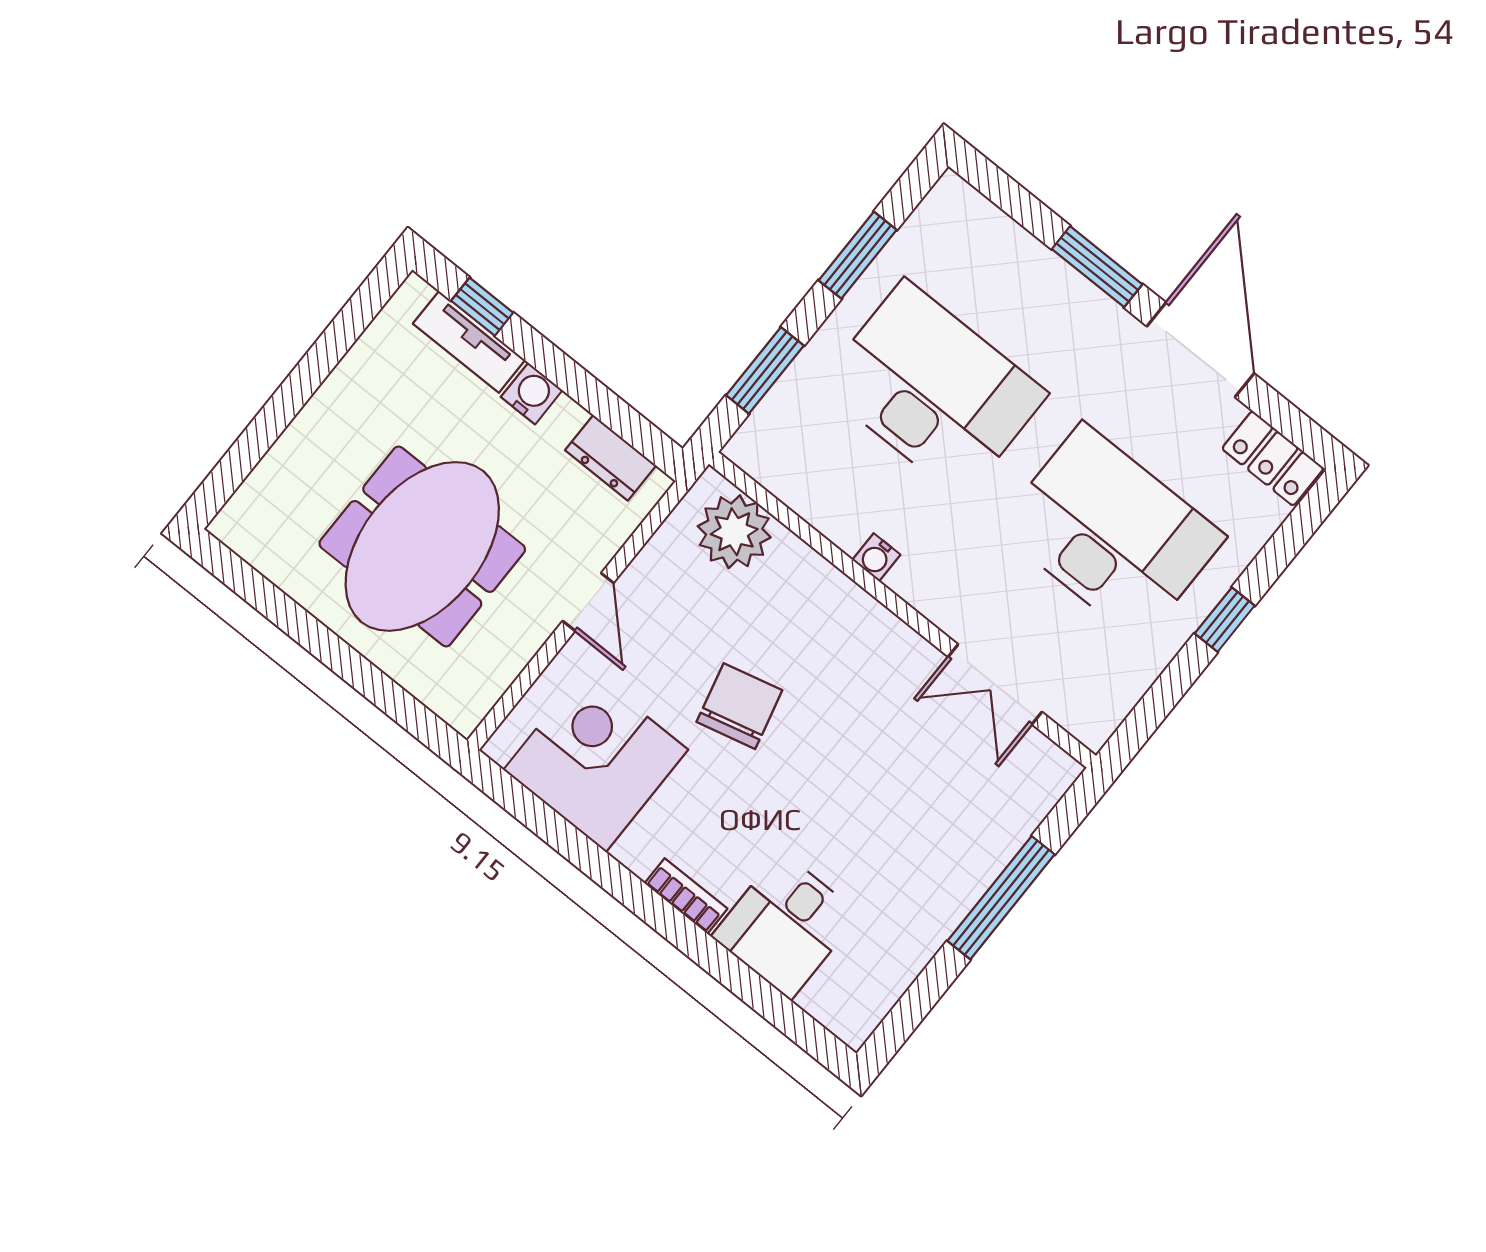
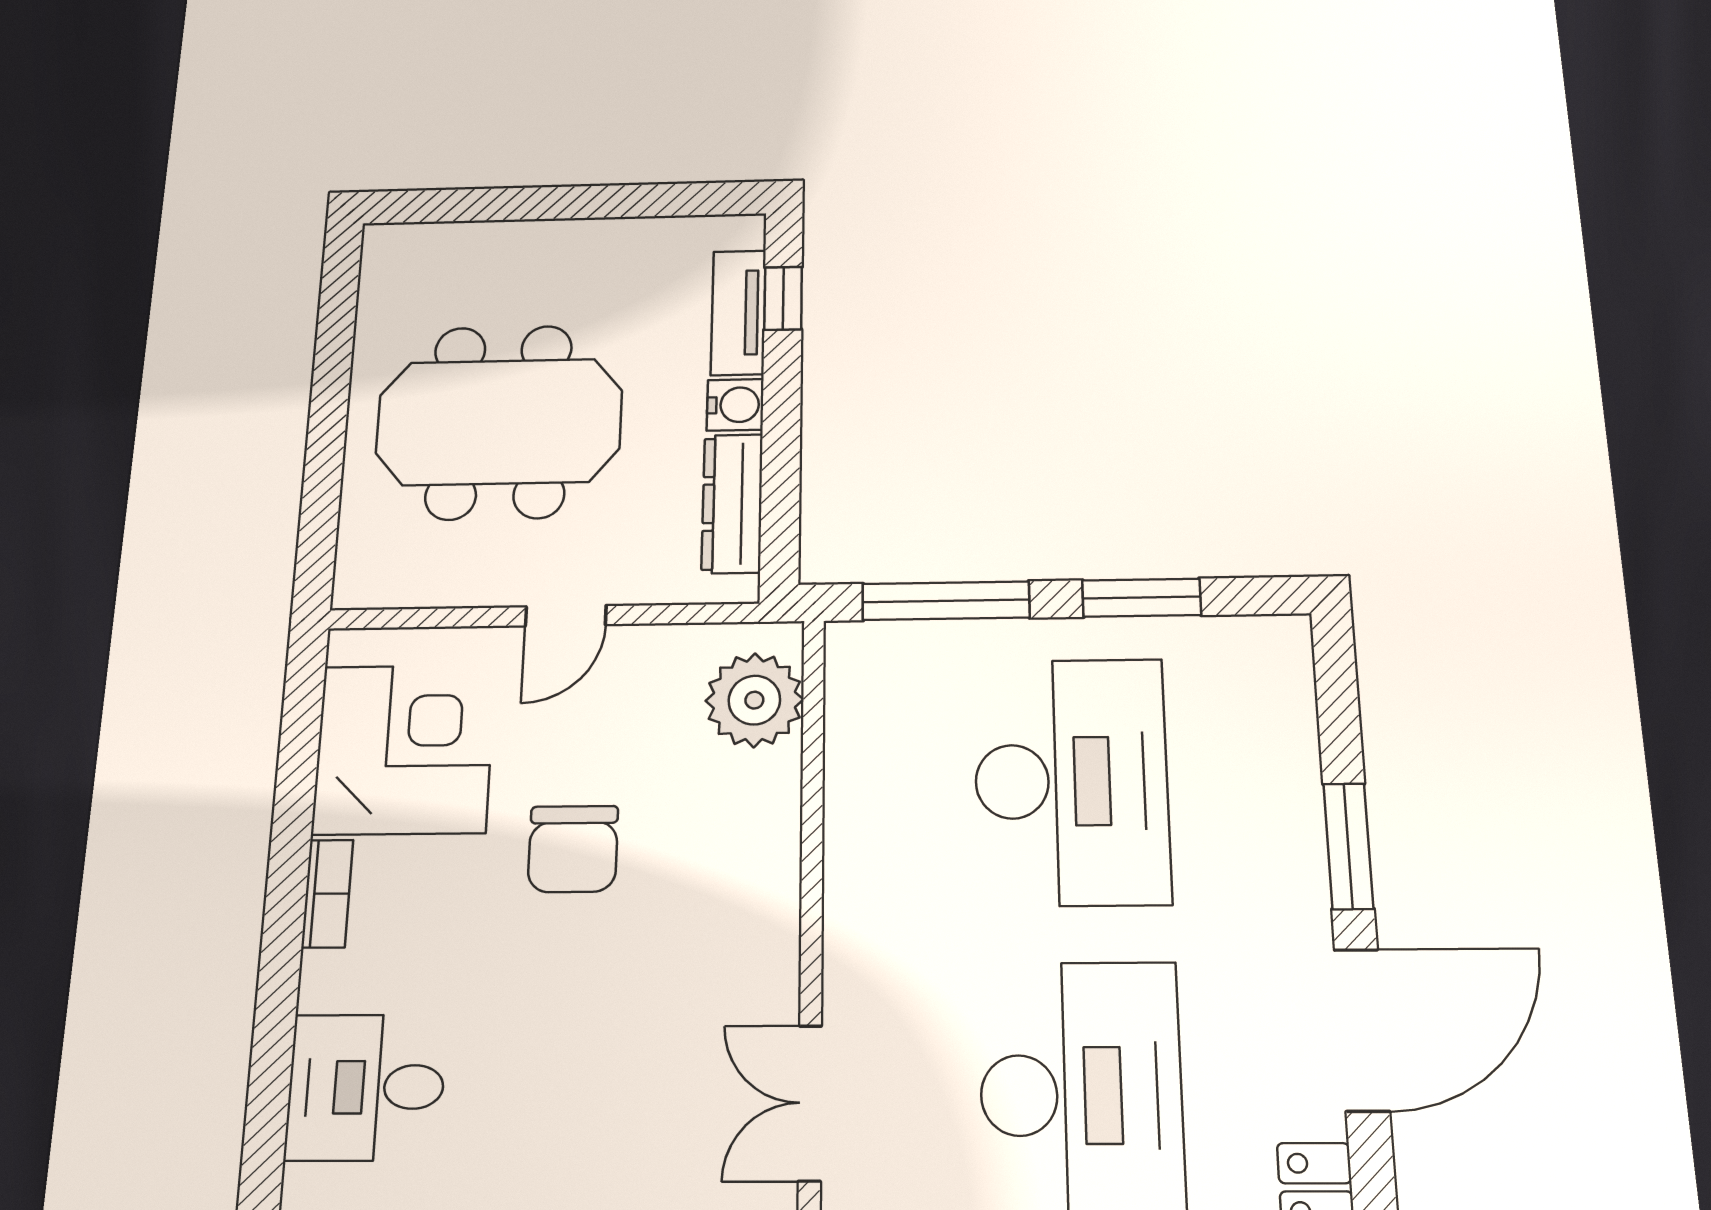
window: (765, 370) -> (946, 601), width x1.44
dresser: (611, 458) -> (732, 503), width x1.44
water cooler: (876, 557) -> (845, 864), removed
chair: (739, 706) -> (573, 849), turned 104
bookcase: (686, 896) -> (327, 893), moved

